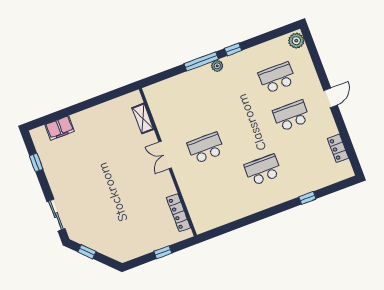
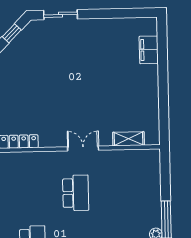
window: (36, 162) -> (122, 13), removed

